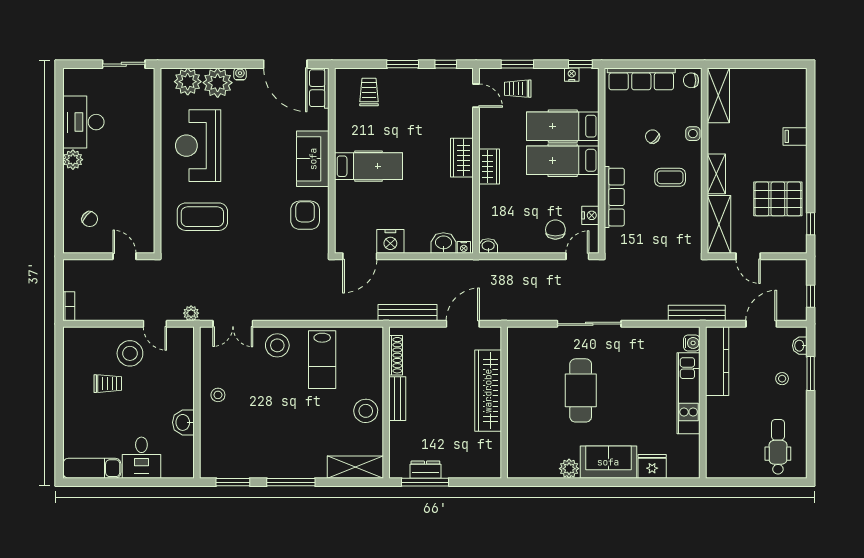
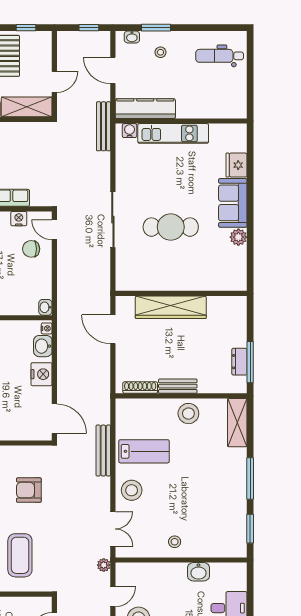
armchair: (305, 215) -> (29, 490), moved
nightstand: (390, 241) -> (41, 374), moved
bench: (408, 313) -> (103, 451), moved

